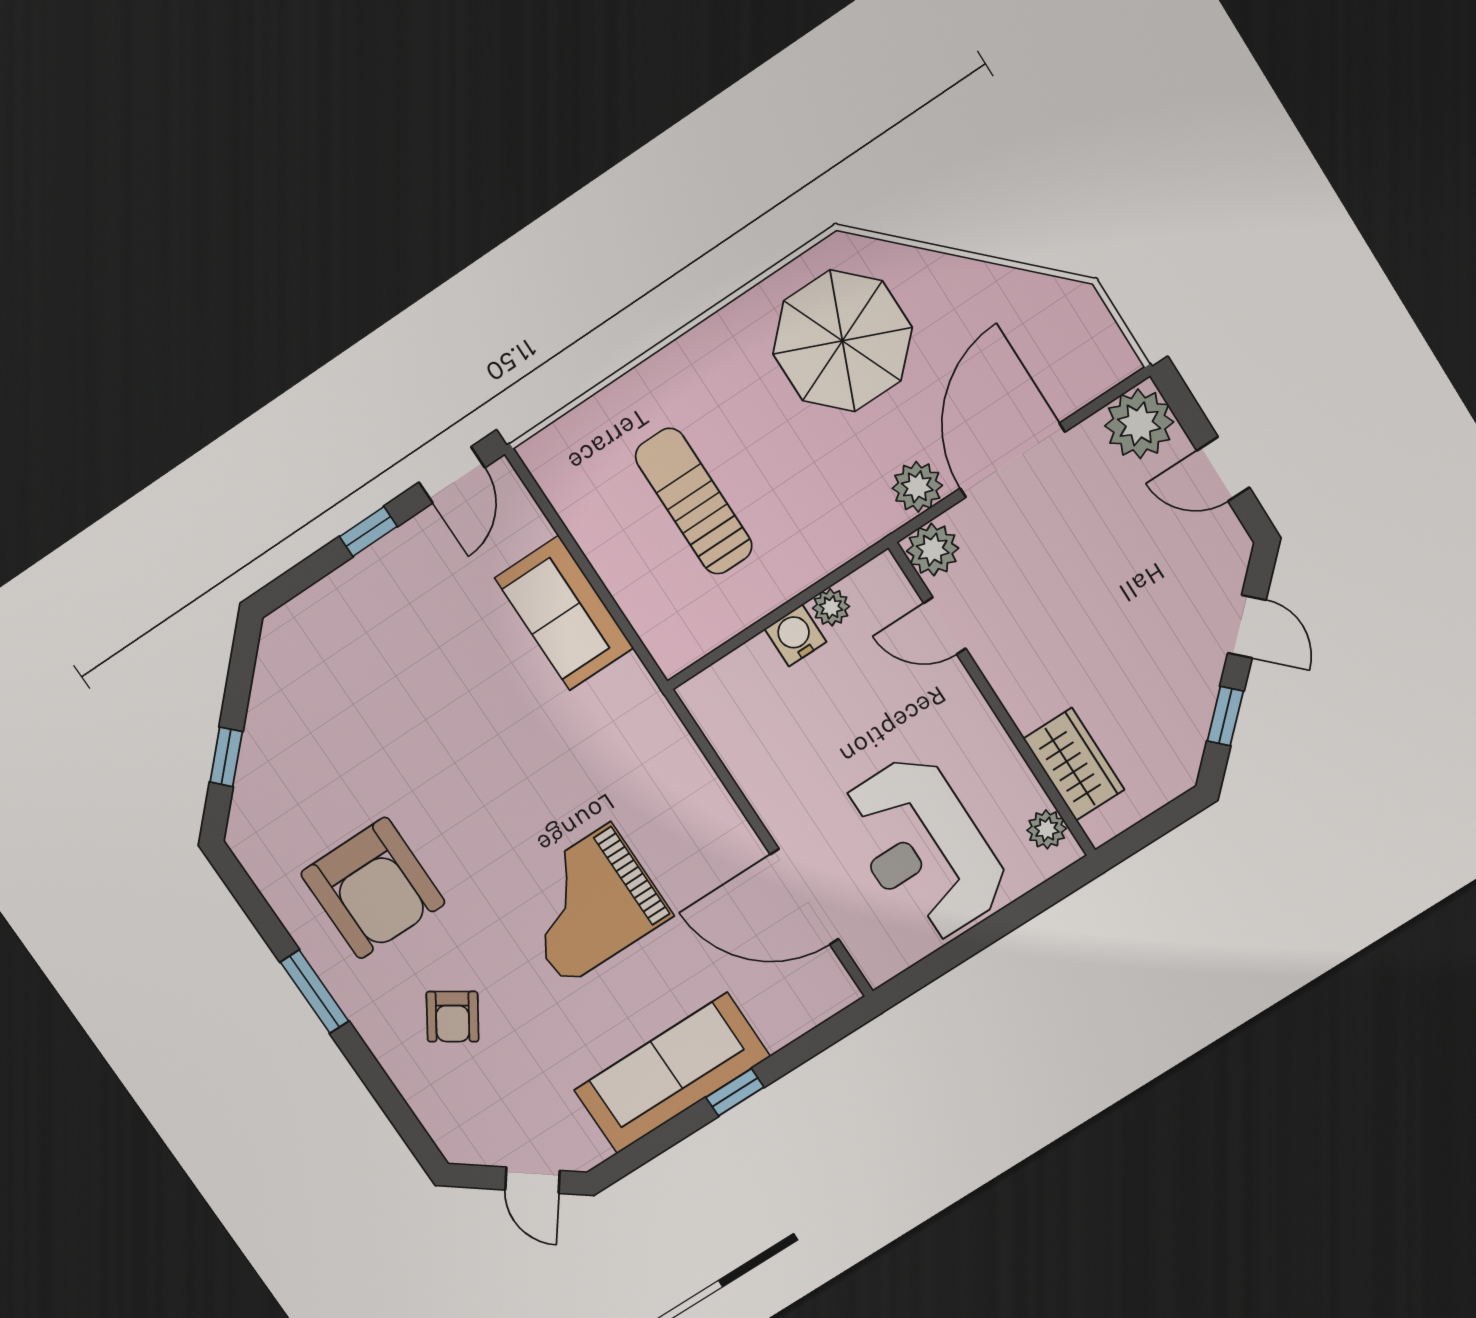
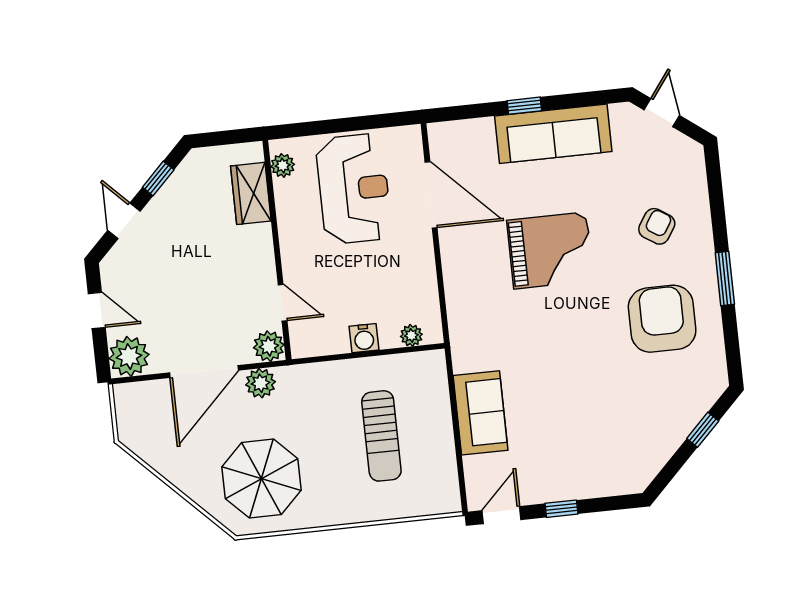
plant: (831, 607) -> (411, 335), moved

